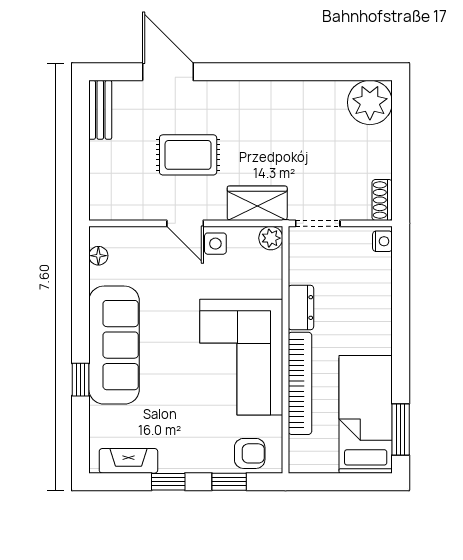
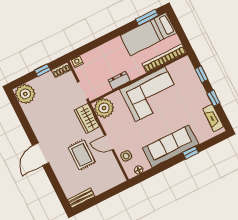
door: (168, 72) -> (41, 154), moved
window: (401, 162) -> (43, 70), added
door: (185, 223) -> (109, 142), swing flipped
plant: (271, 238) -> (104, 108), width x1.87, depth x1.87
side table: (215, 244) -> (126, 156), moved
bookcase: (300, 383) -> (164, 58), moved
armchair: (250, 453) -> (186, 72), removed

